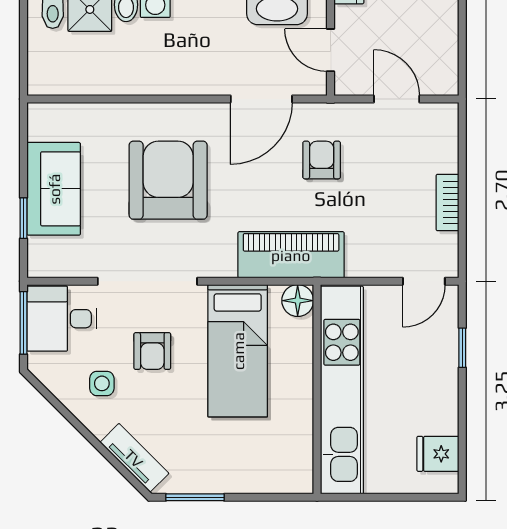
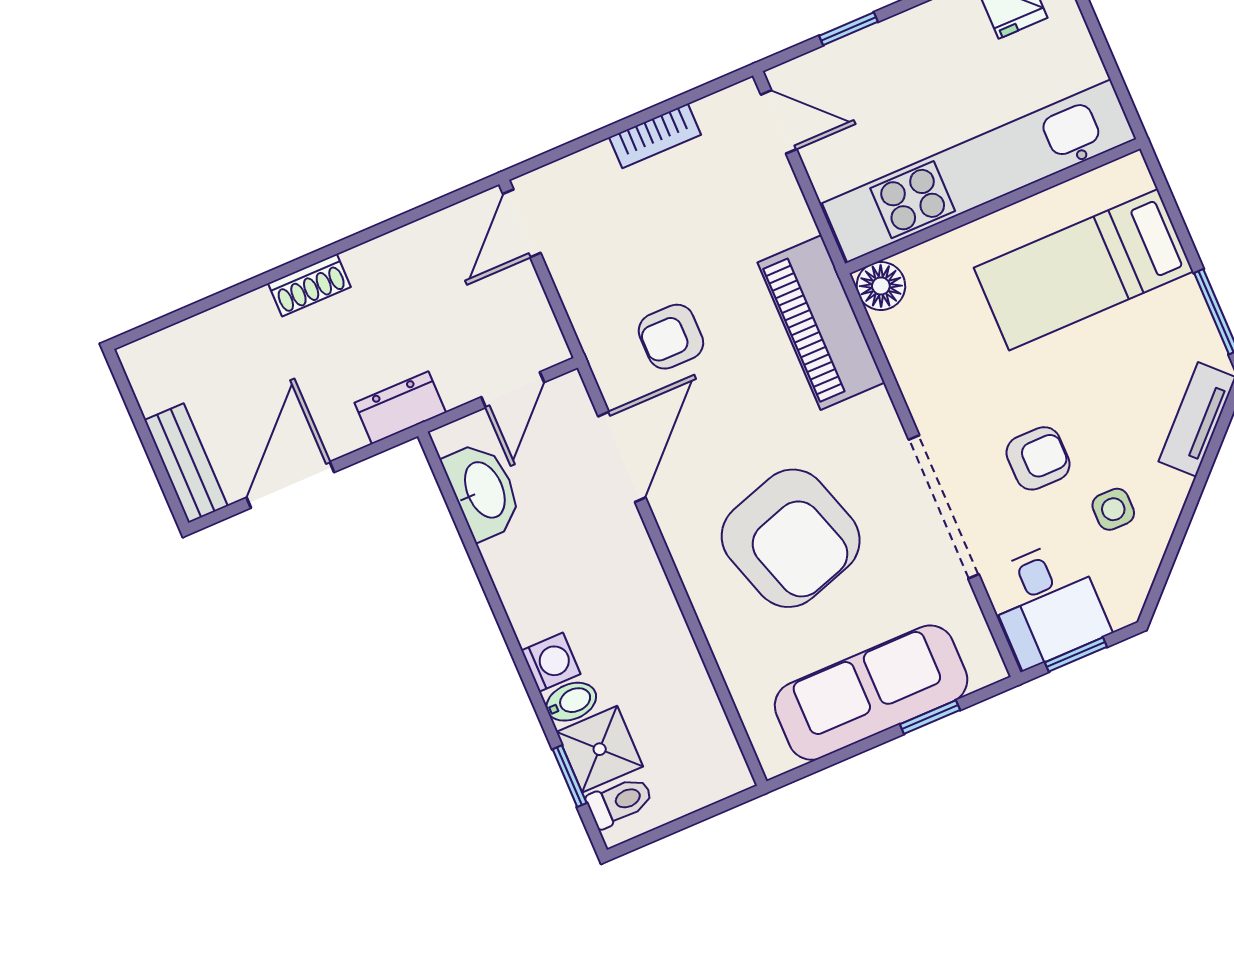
door: (261, 99) -> (622, 457), hinge flipped
door: (397, 99) -> (522, 223), moved
armchair: (168, 180) -> (791, 538), turned -108
sofa: (54, 189) -> (871, 693), width x1.36
window: (23, 323) -> (1076, 655), width x0.67
bed: (238, 351) -> (1084, 270), moved, turned 180

